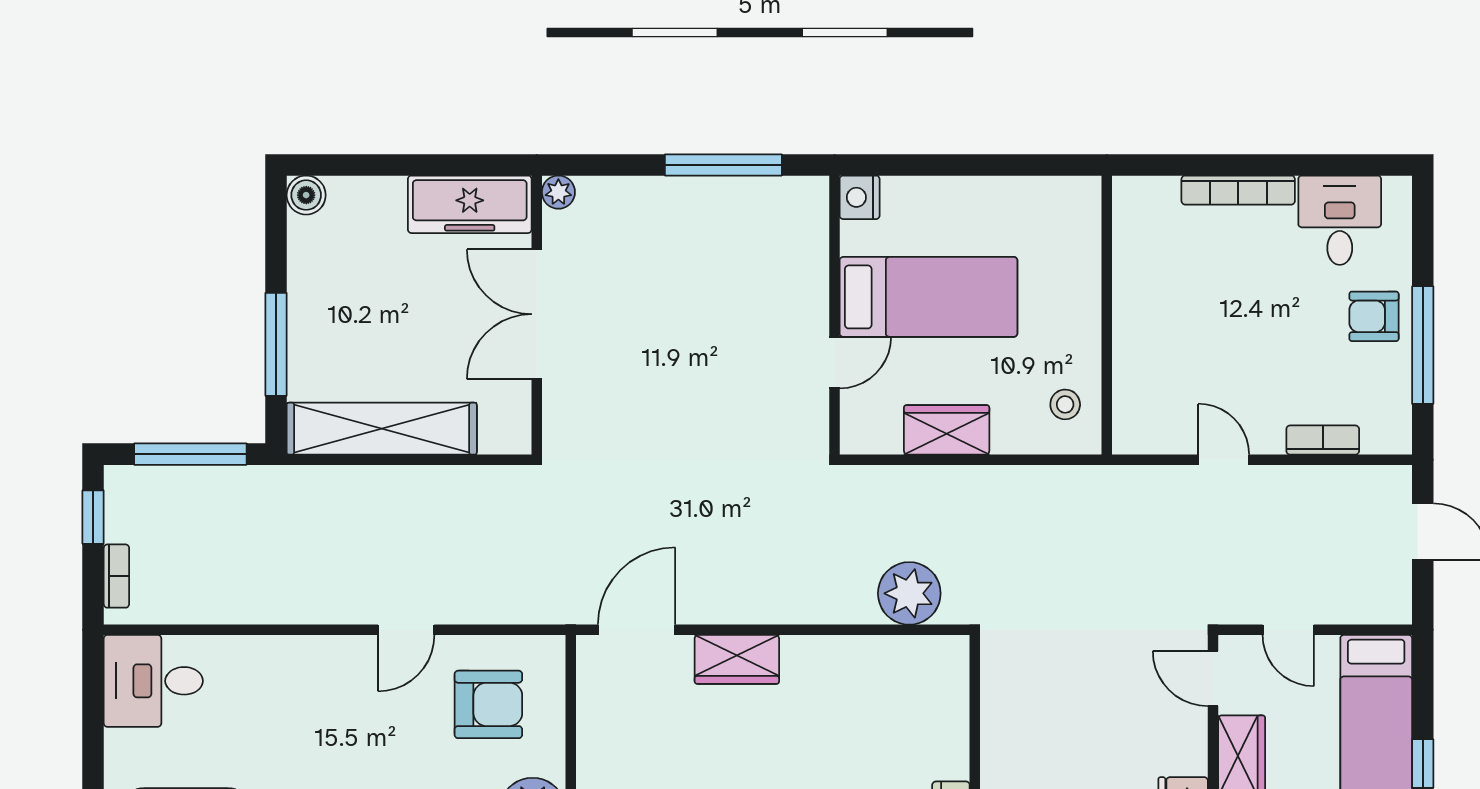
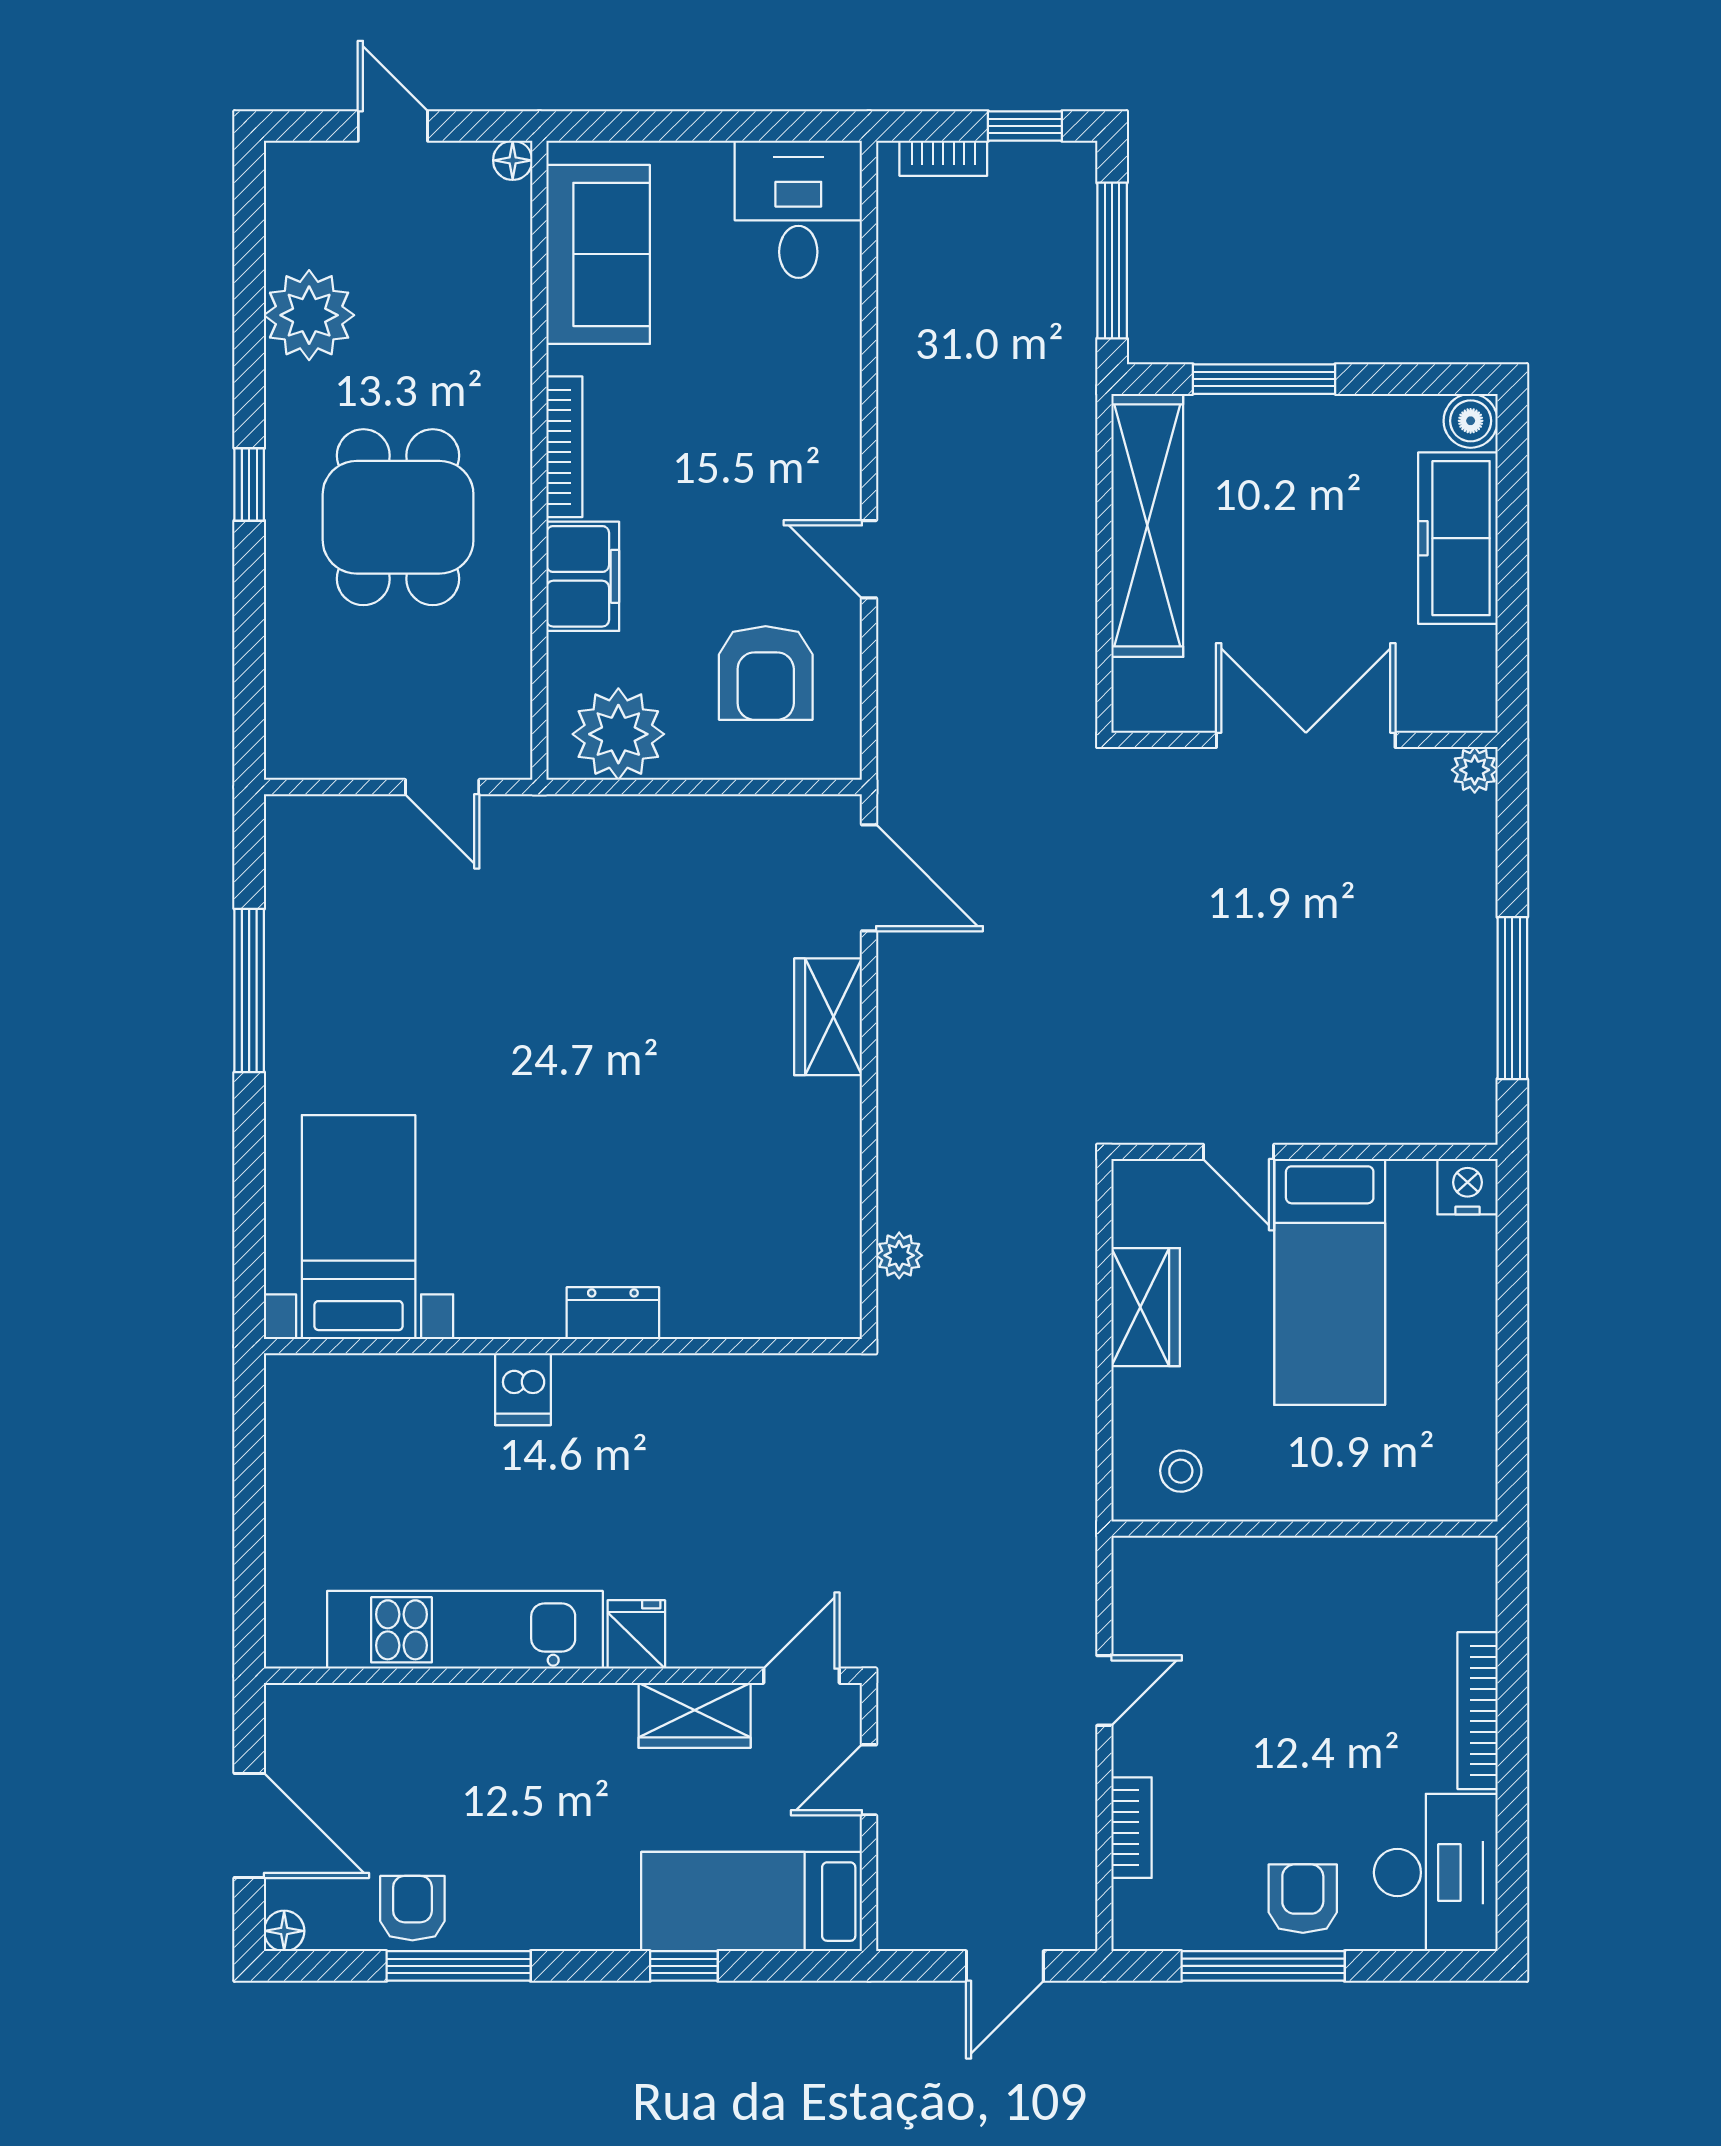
freezer: (470, 204) -> (1458, 538), moved
desk: (1340, 220) -> (1436, 1873), width x1.37
plant: (909, 593) -> (899, 1255), width x0.53, depth x0.53

